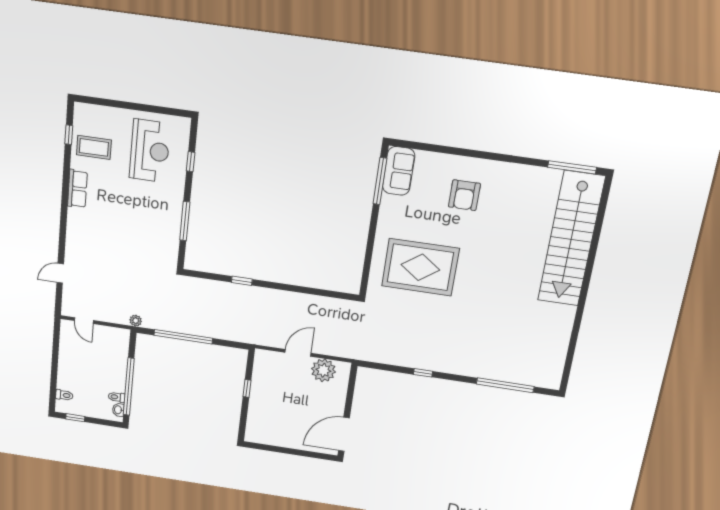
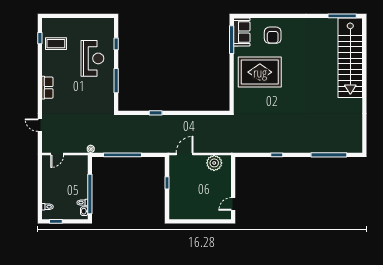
reception desk: (150, 151) -> (92, 58), moved
row of seats: (77, 189) -> (47, 88), moved
armchair: (464, 195) -> (273, 35), moved
rug: (420, 267) -> (260, 72), moved
door: (60, 273) -> (40, 125), hinge flipped
door: (84, 321) -> (57, 154), hinge flipped
door: (298, 353) -> (185, 154), moved
door: (344, 434) -> (233, 204), width x0.53

